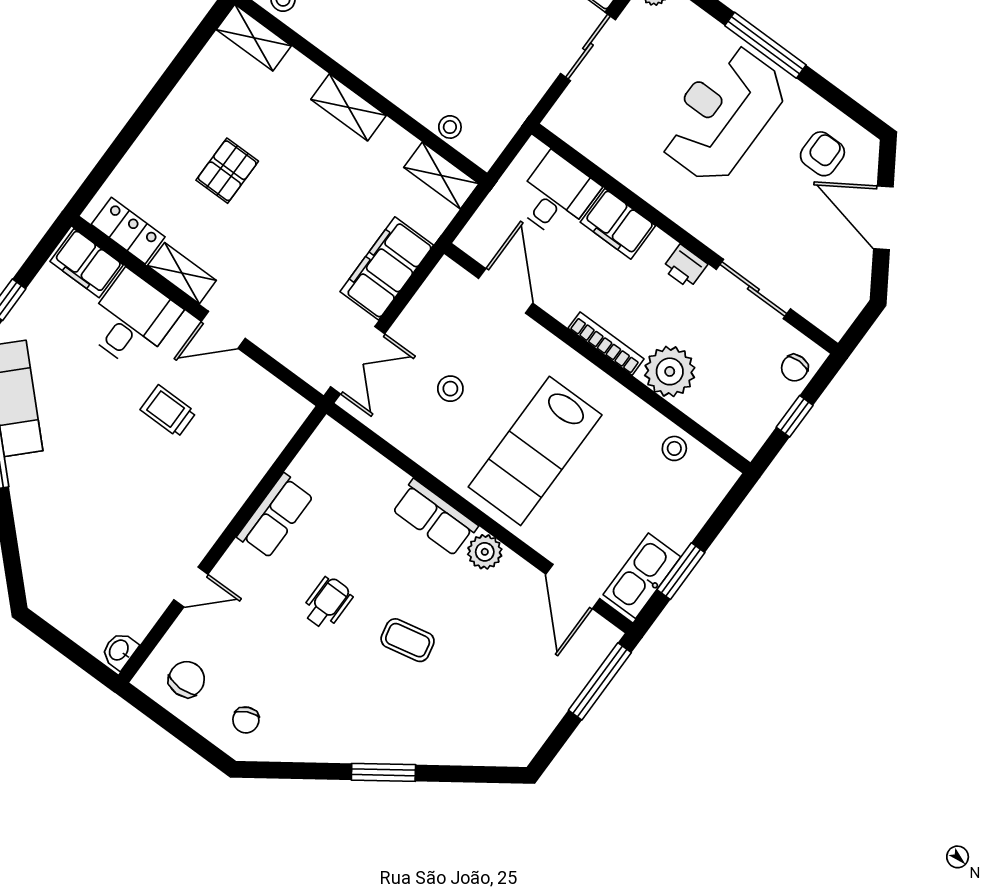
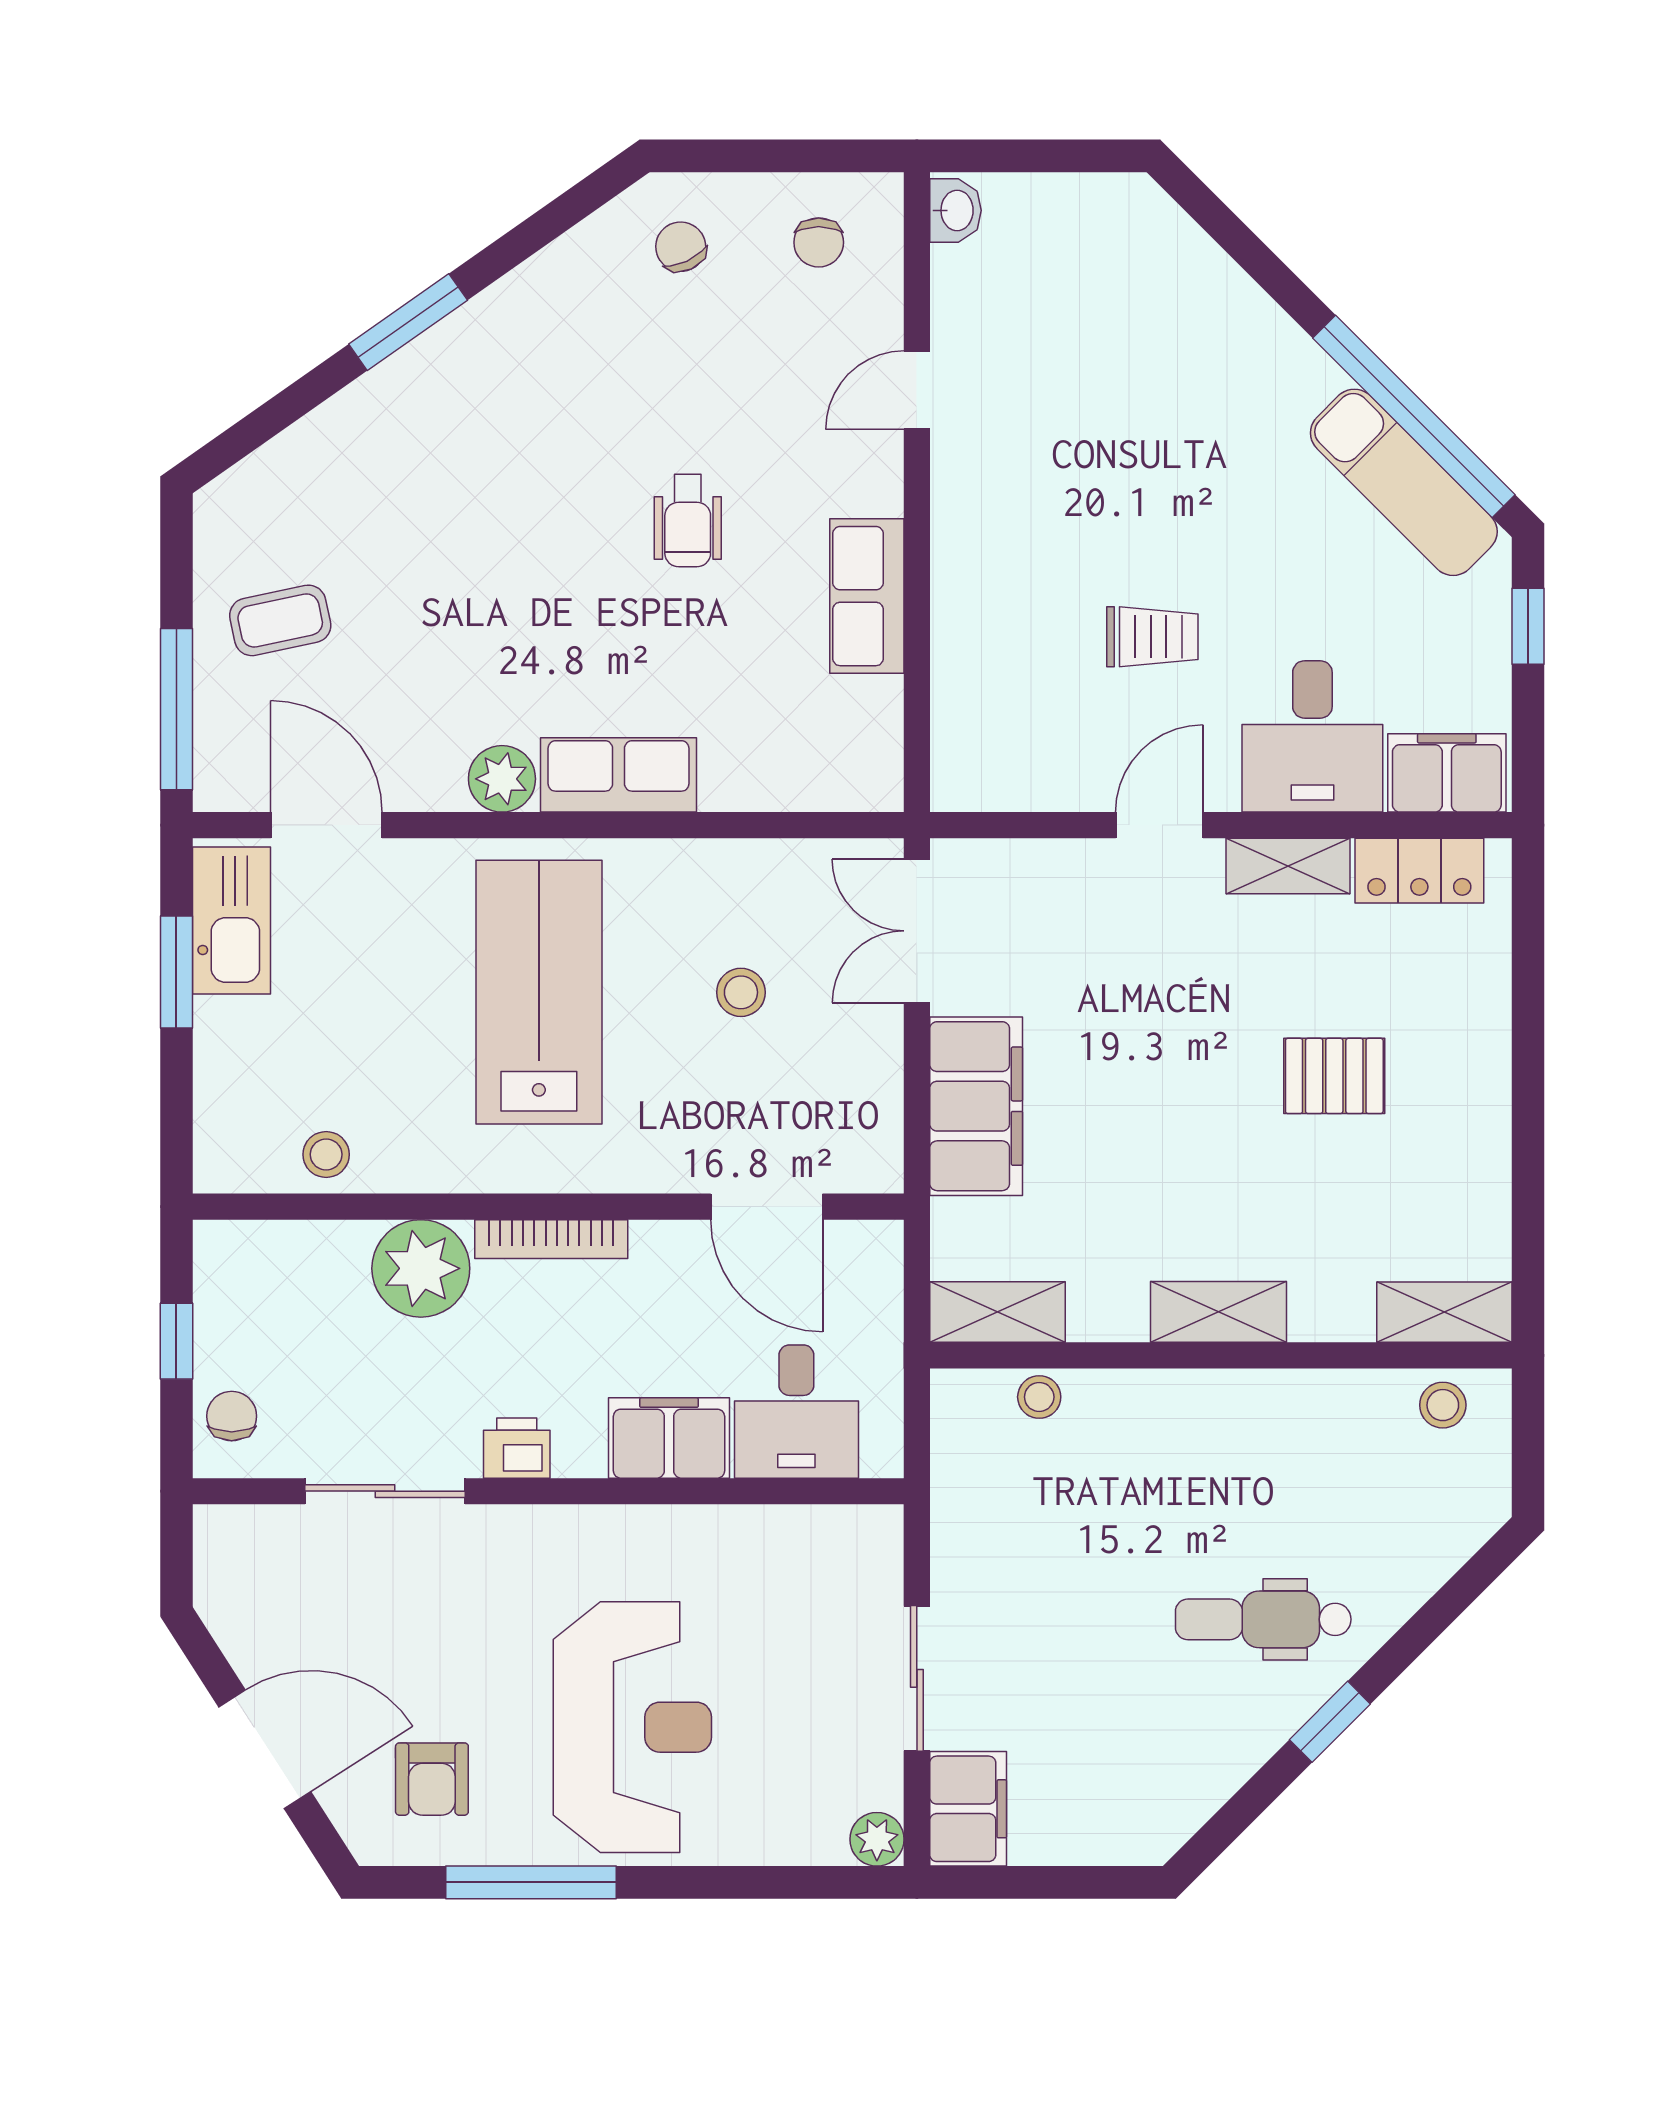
window: (765, 45) -> (531, 1882), moved
pallet: (227, 171) -> (1334, 1076), turned 90
coffee table: (408, 640) -> (280, 620), moved
chair: (187, 679) -> (819, 242), width x0.73, depth x0.73

